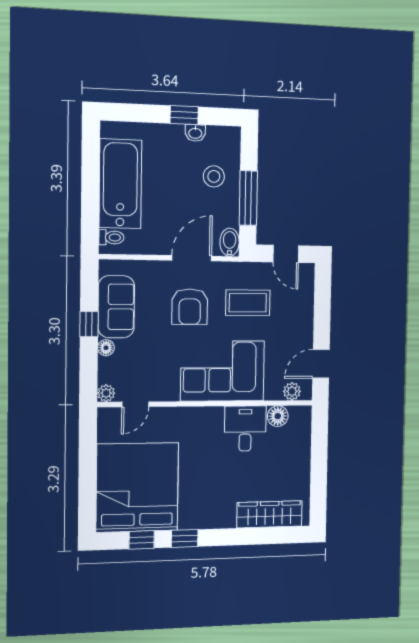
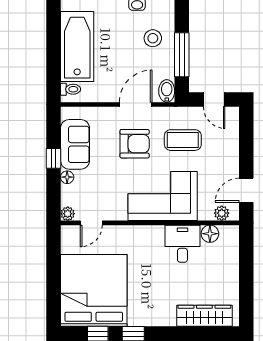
armchair: (190, 307) -> (135, 144), turned -90

